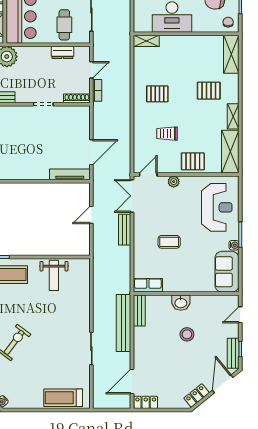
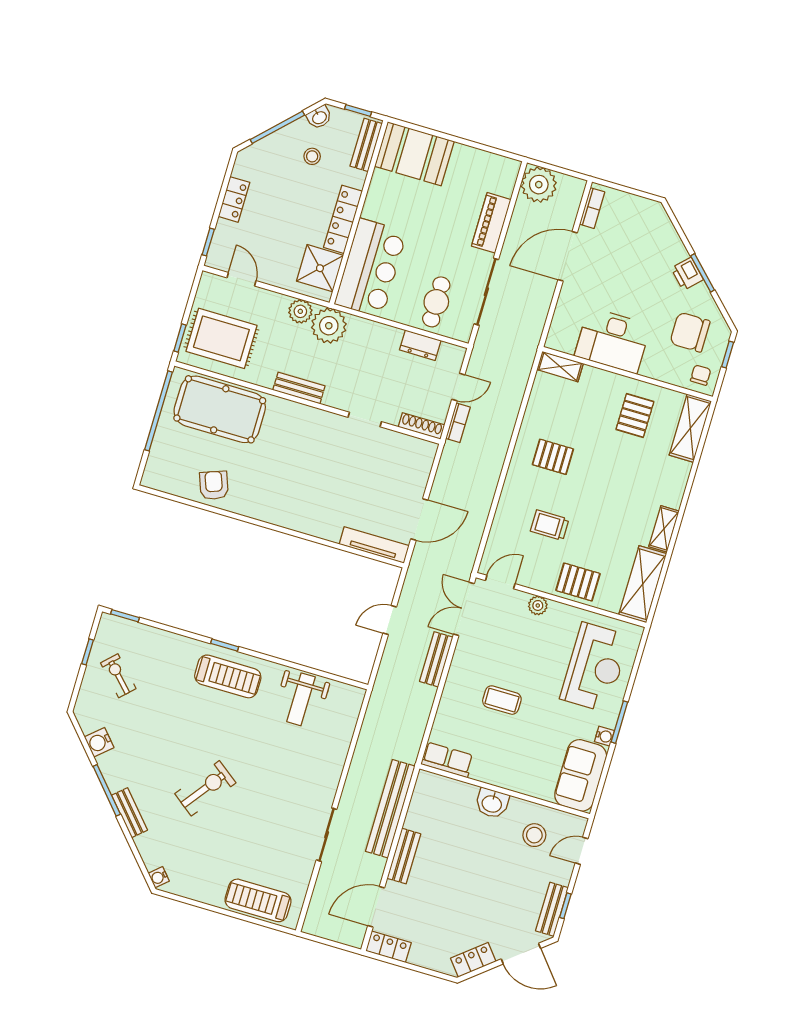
pallet: (209, 91) -> (635, 416), moved, turned 90
bench: (139, 311) -> (404, 856), moved
stool: (187, 334) -> (534, 835), moved
door: (223, 384) -> (521, 954), swing flipped

